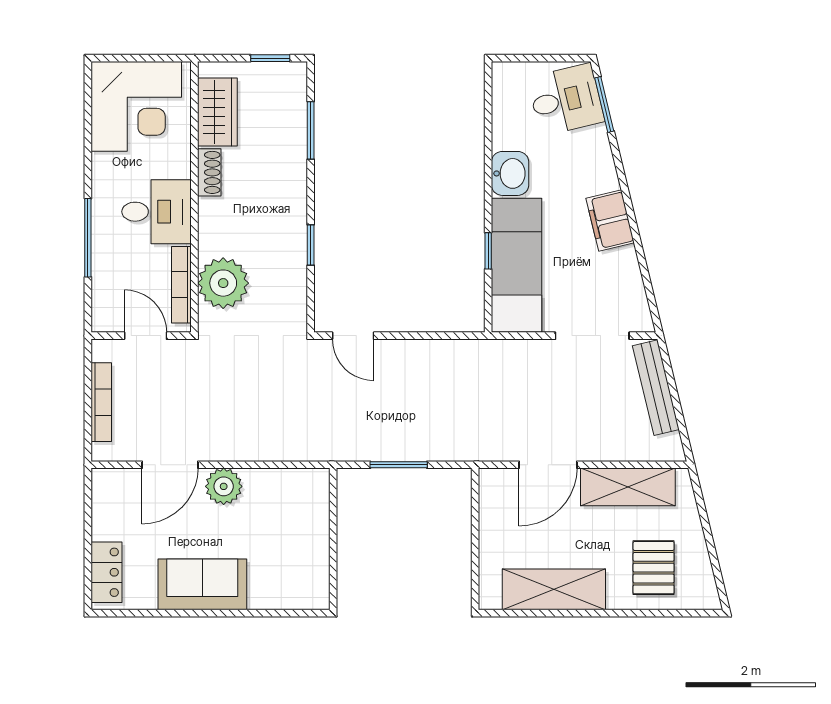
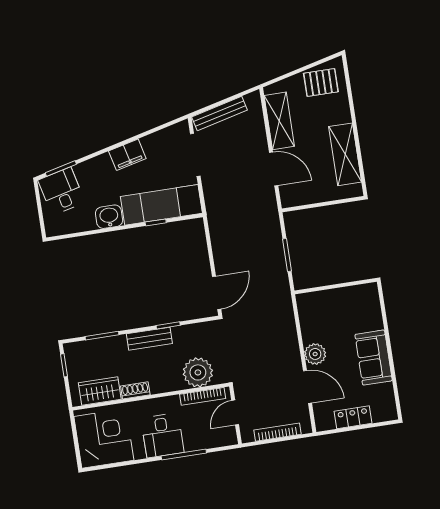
bench: (293, 210) -> (149, 339), added
desk: (157, 212) -> (163, 435), moved, turned 180
door: (353, 336) -> (217, 293), width x1.38
pallet: (654, 568) -> (321, 83), moved
locker: (107, 572) -> (353, 417), moved

